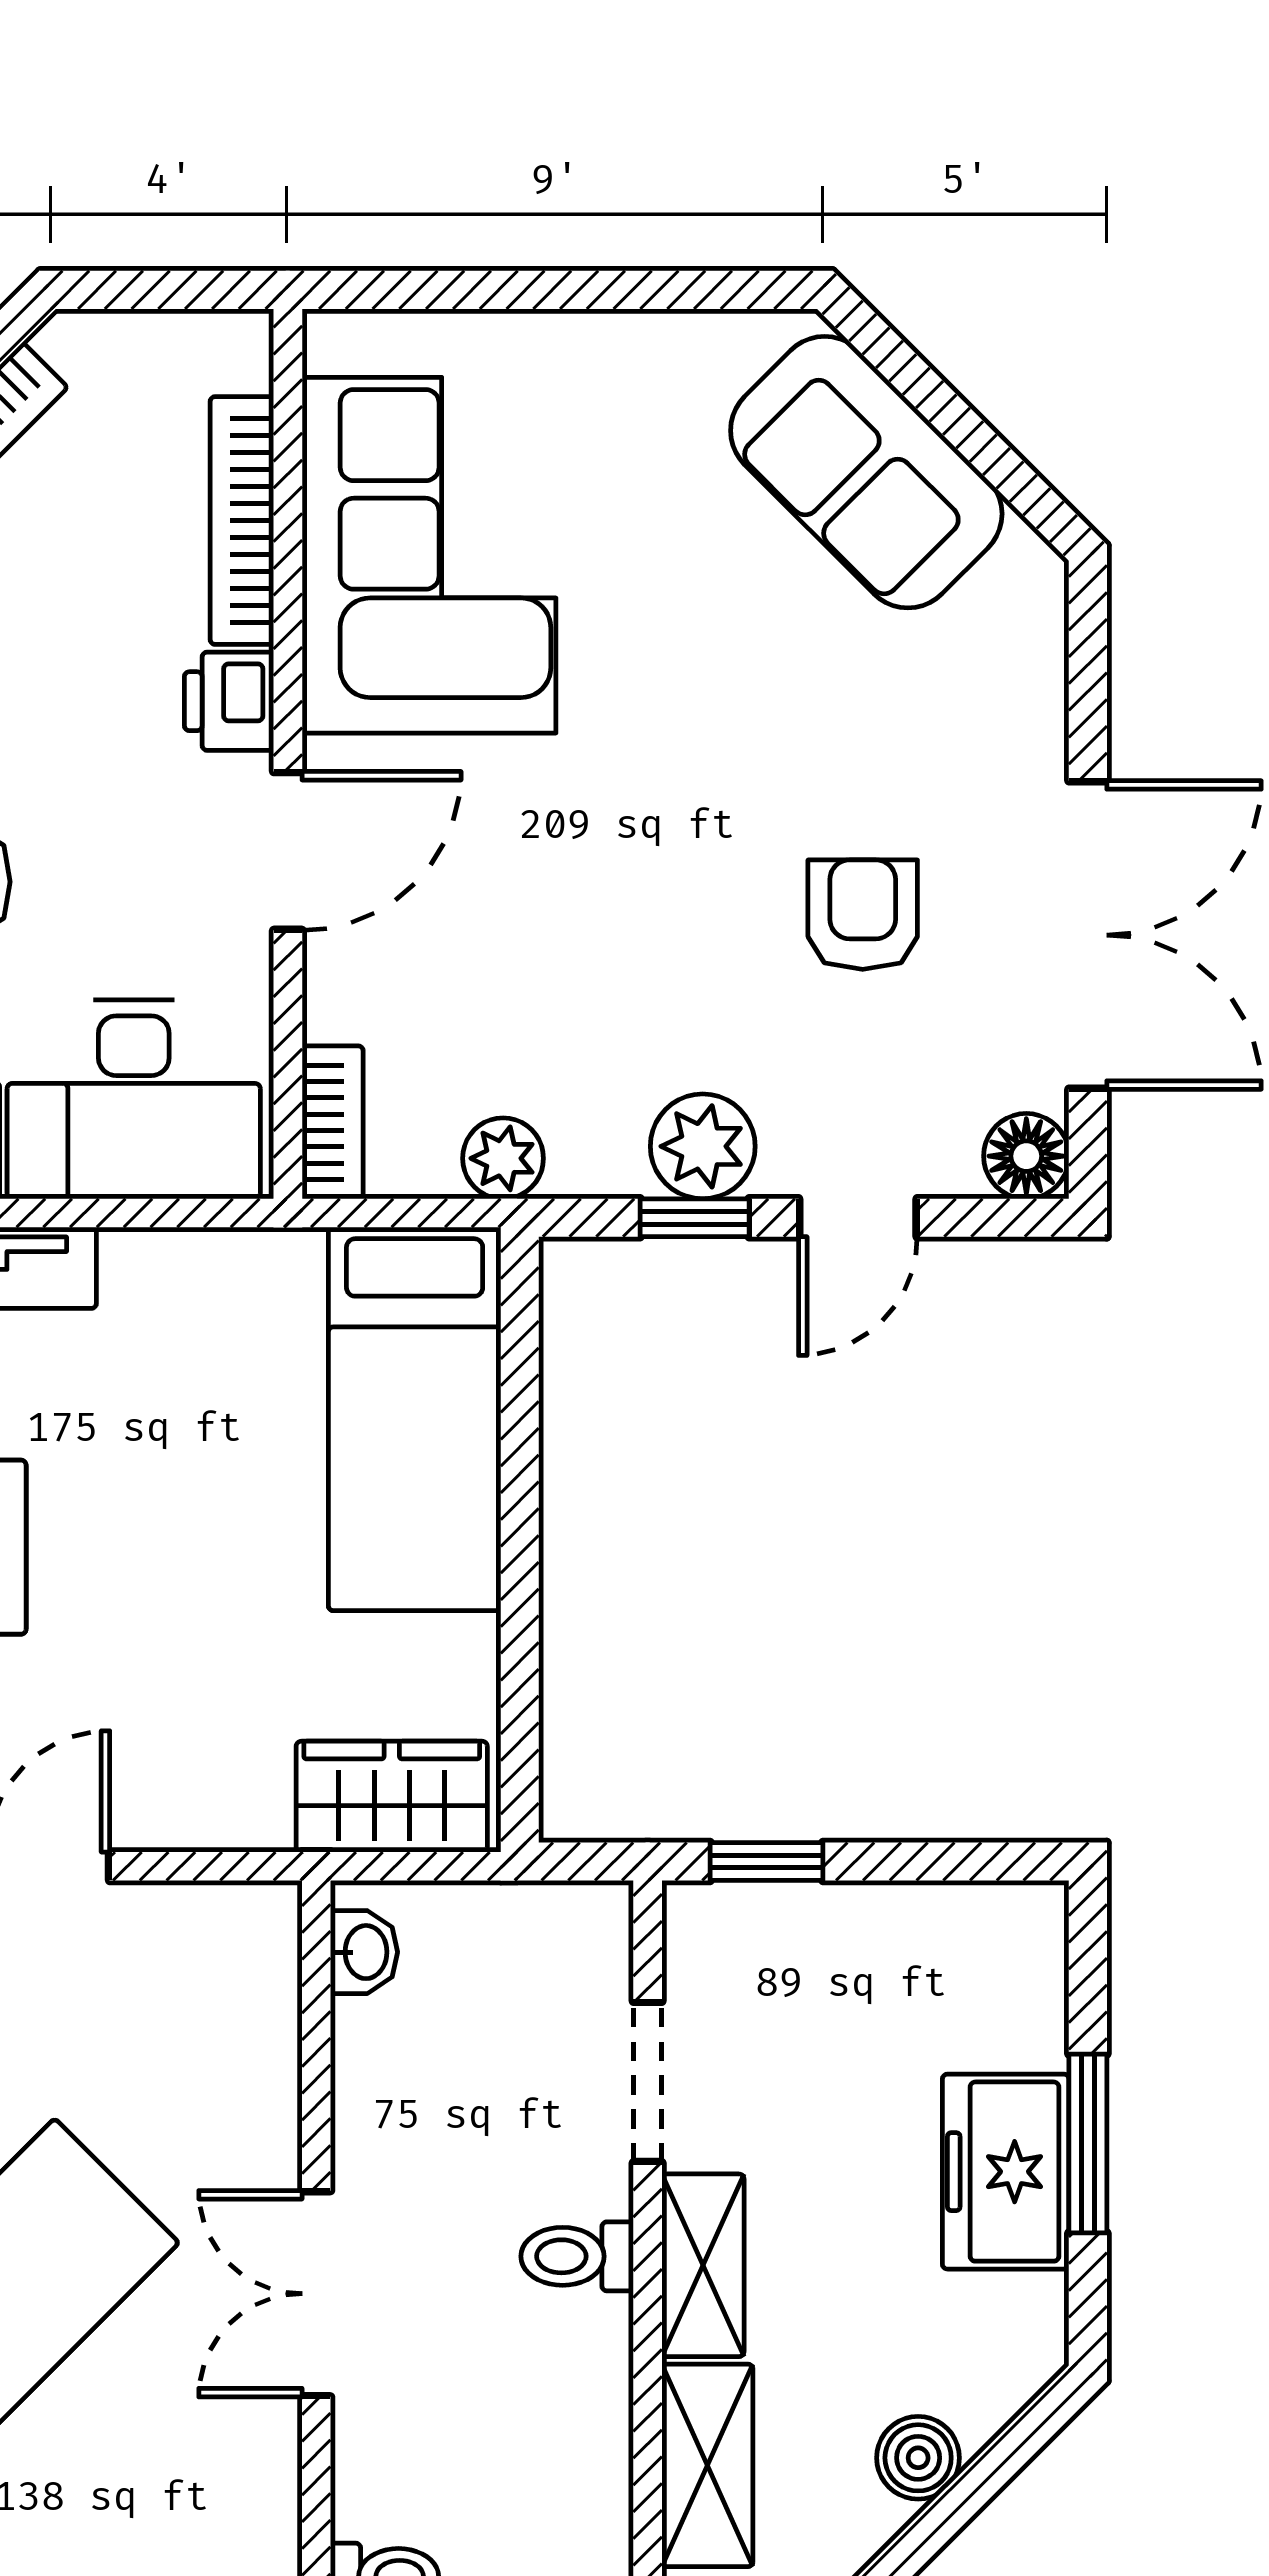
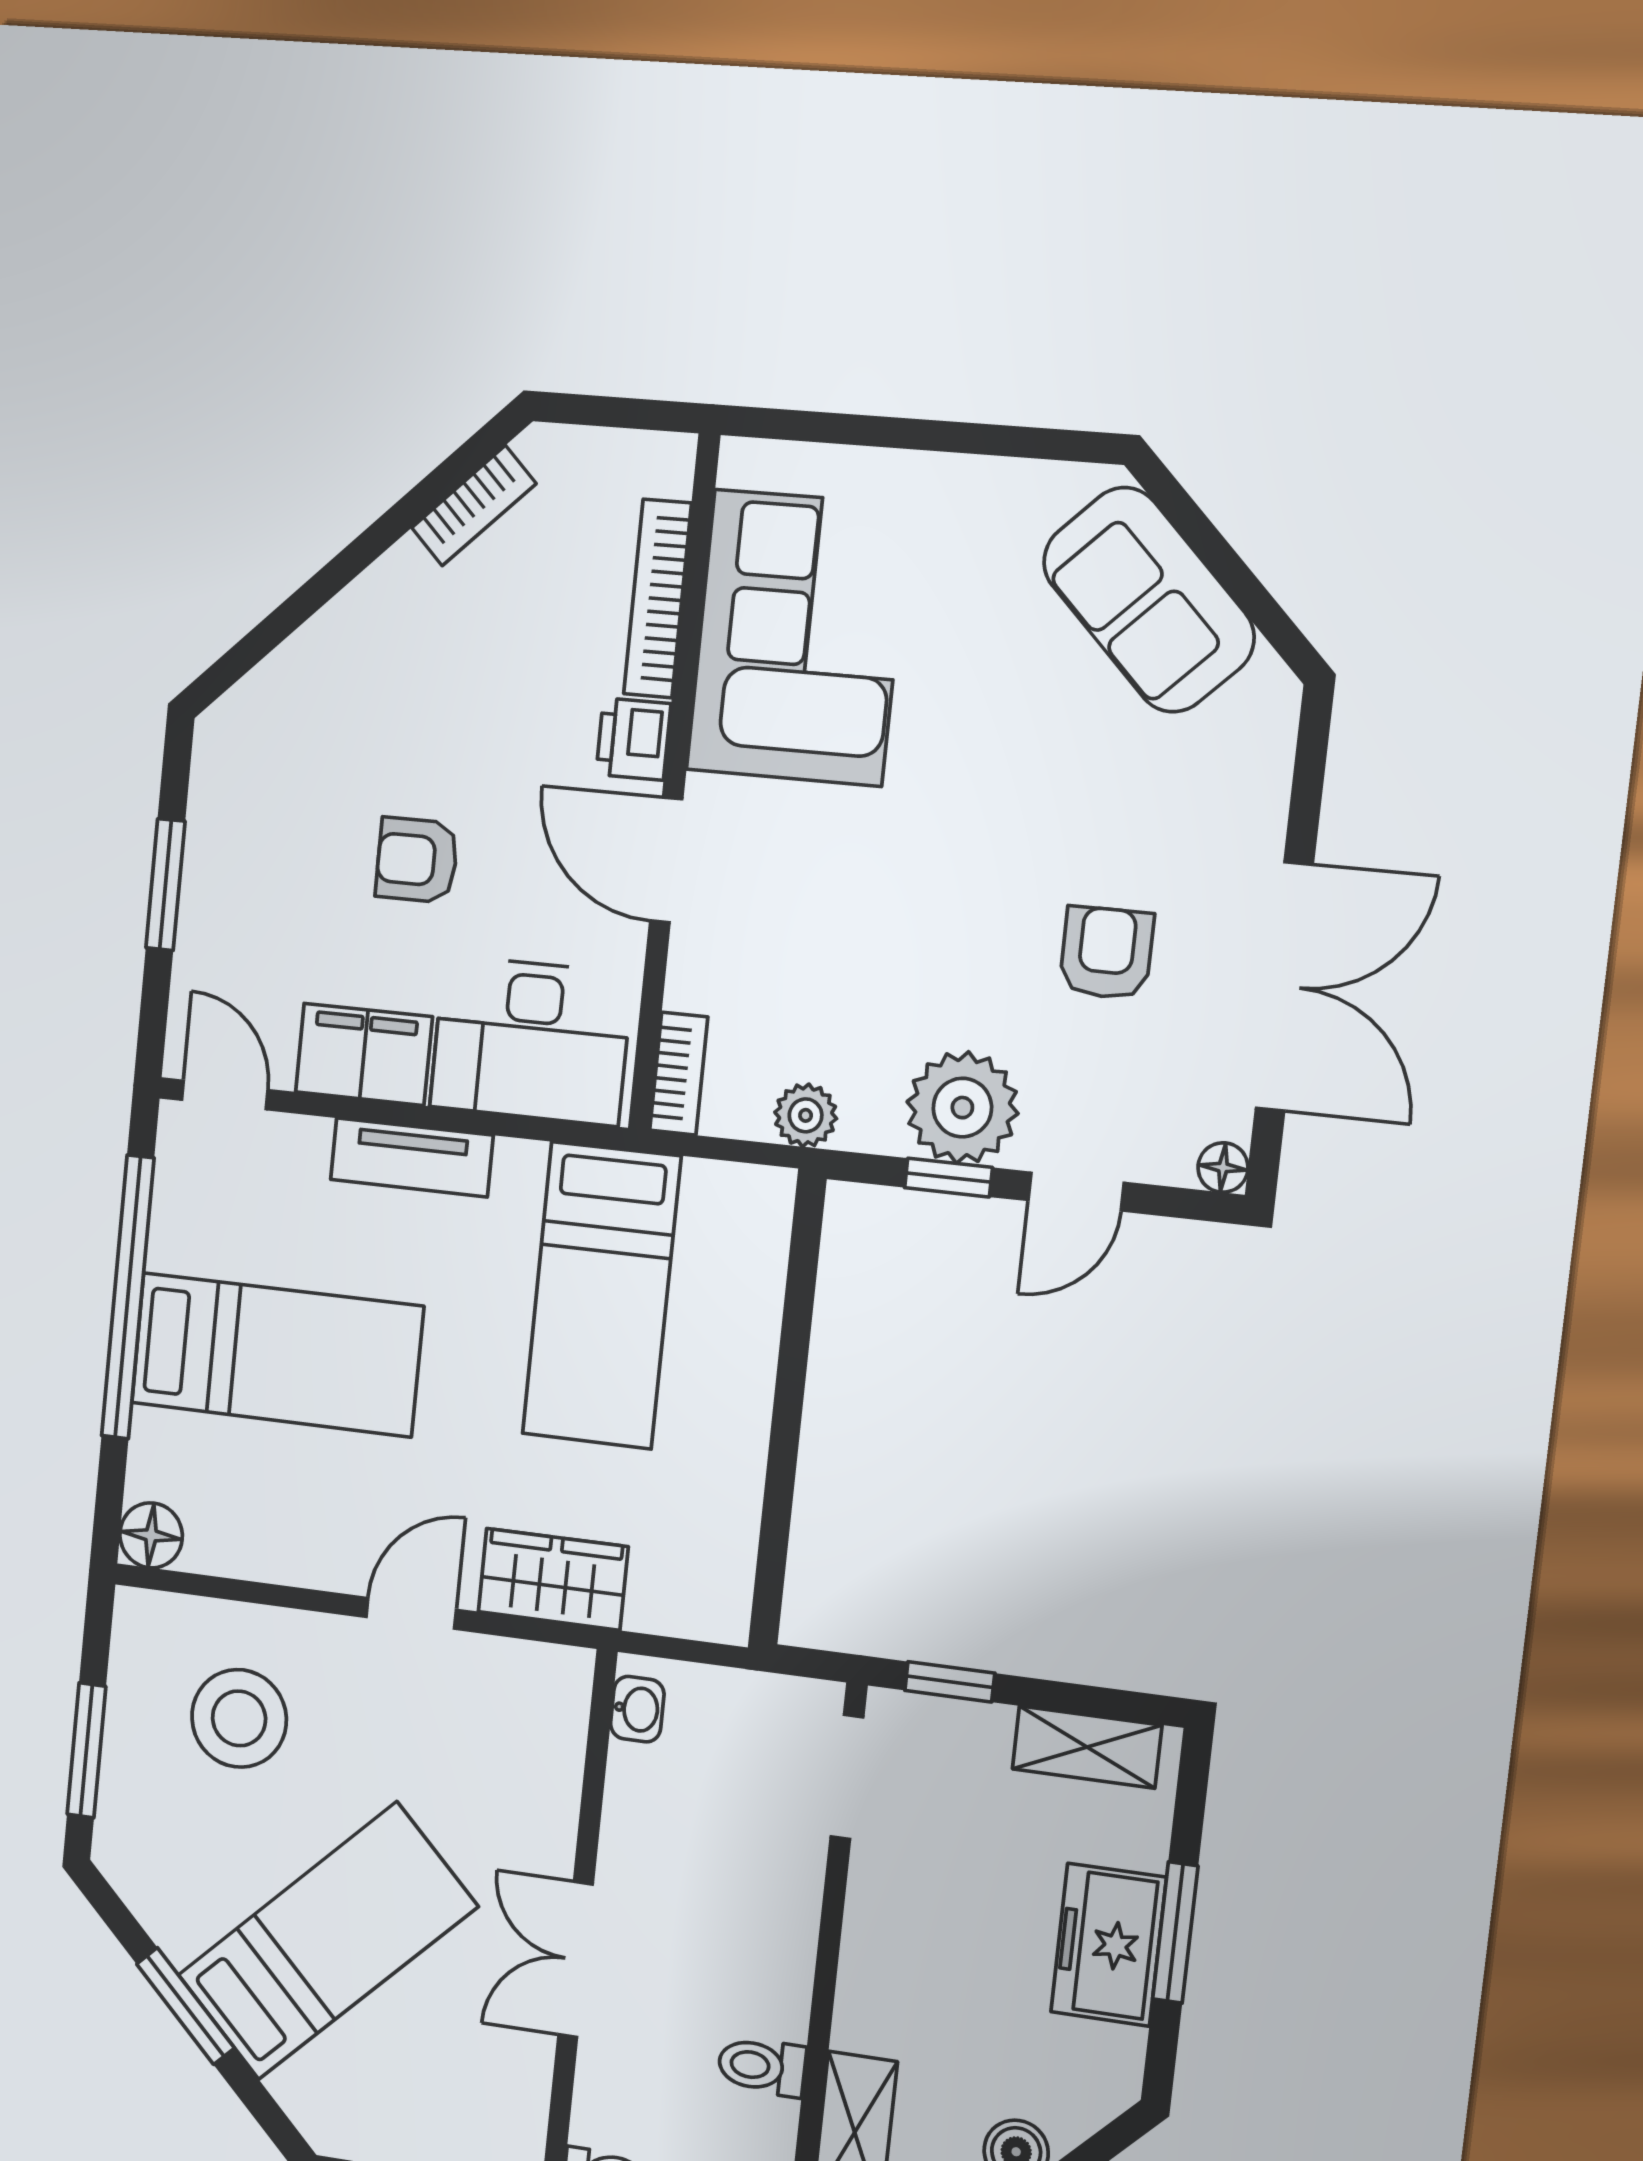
door: (288, 851) -> (666, 860), swing flipped
plant: (703, 1146) -> (962, 1108), width x1.36, depth x1.36
floor lamp: (1026, 1156) -> (1223, 1168), width x0.73, depth x0.73
bed: (415, 1419) -> (601, 1295), moved
wardrobe: (392, 1797) -> (553, 1579), moved
doorway: (648, 2082) -> (847, 1777), moved
toilet: (577, 2256) -> (762, 2066), moved
shelving: (703, 2265) -> (1087, 1747), moved, turned 90

